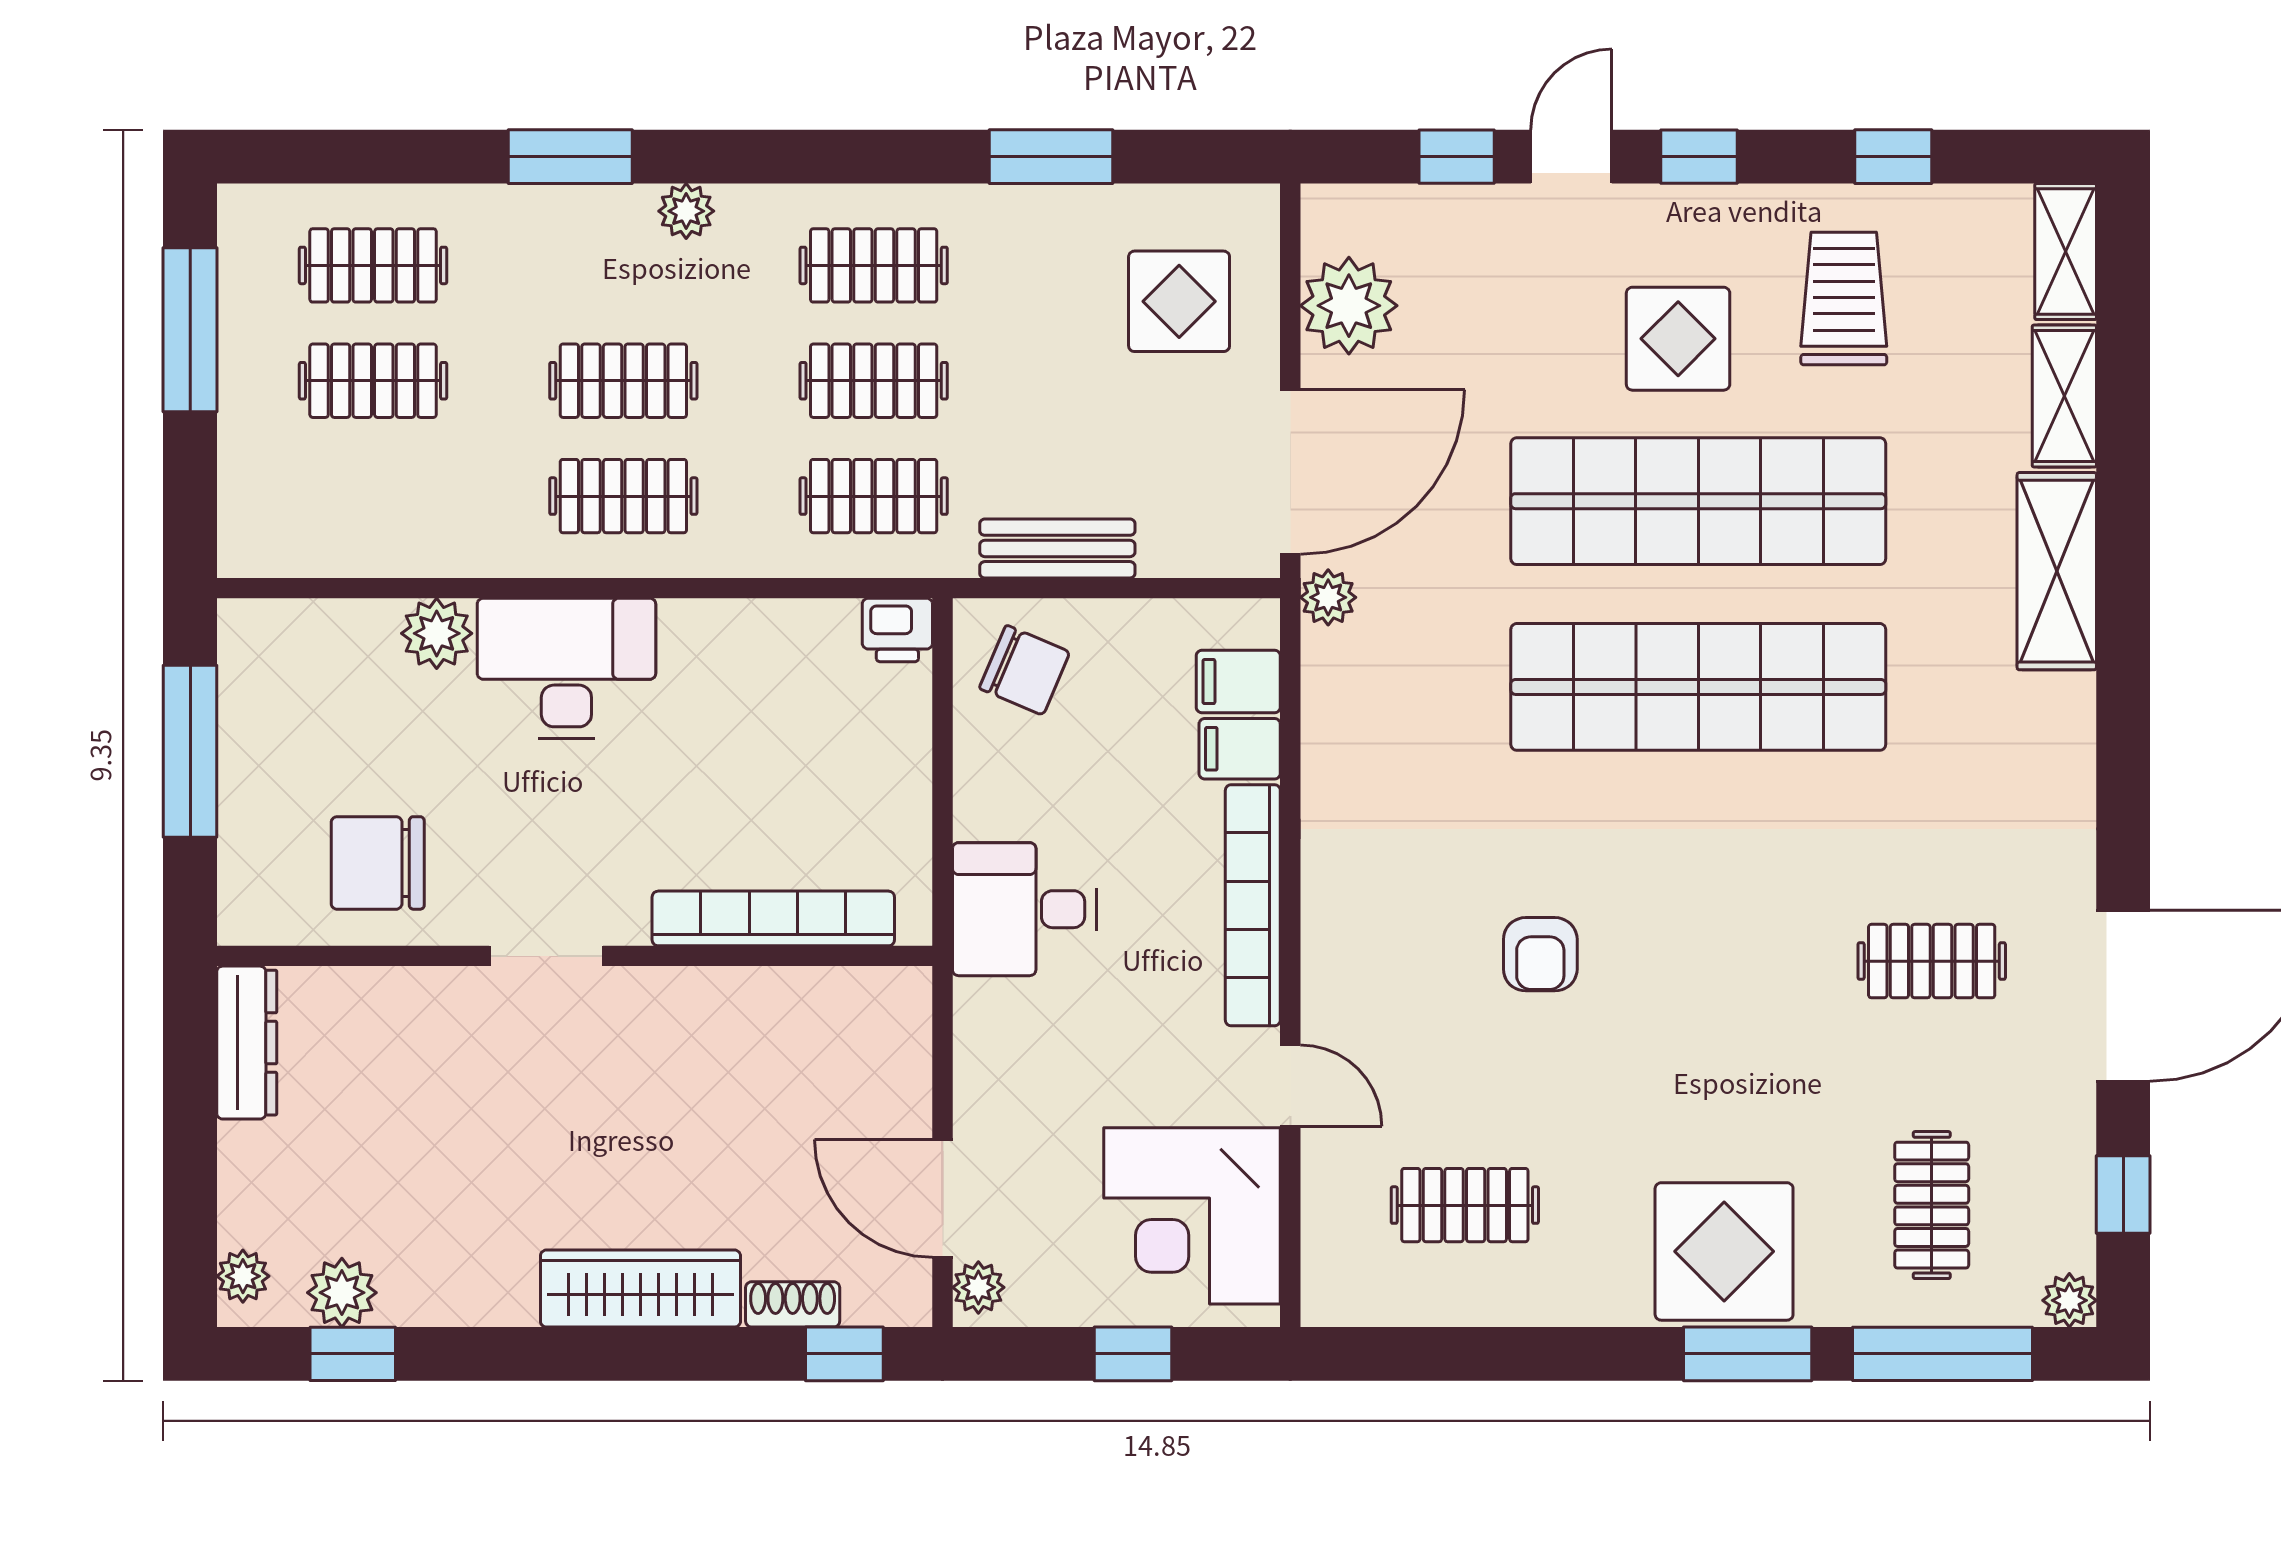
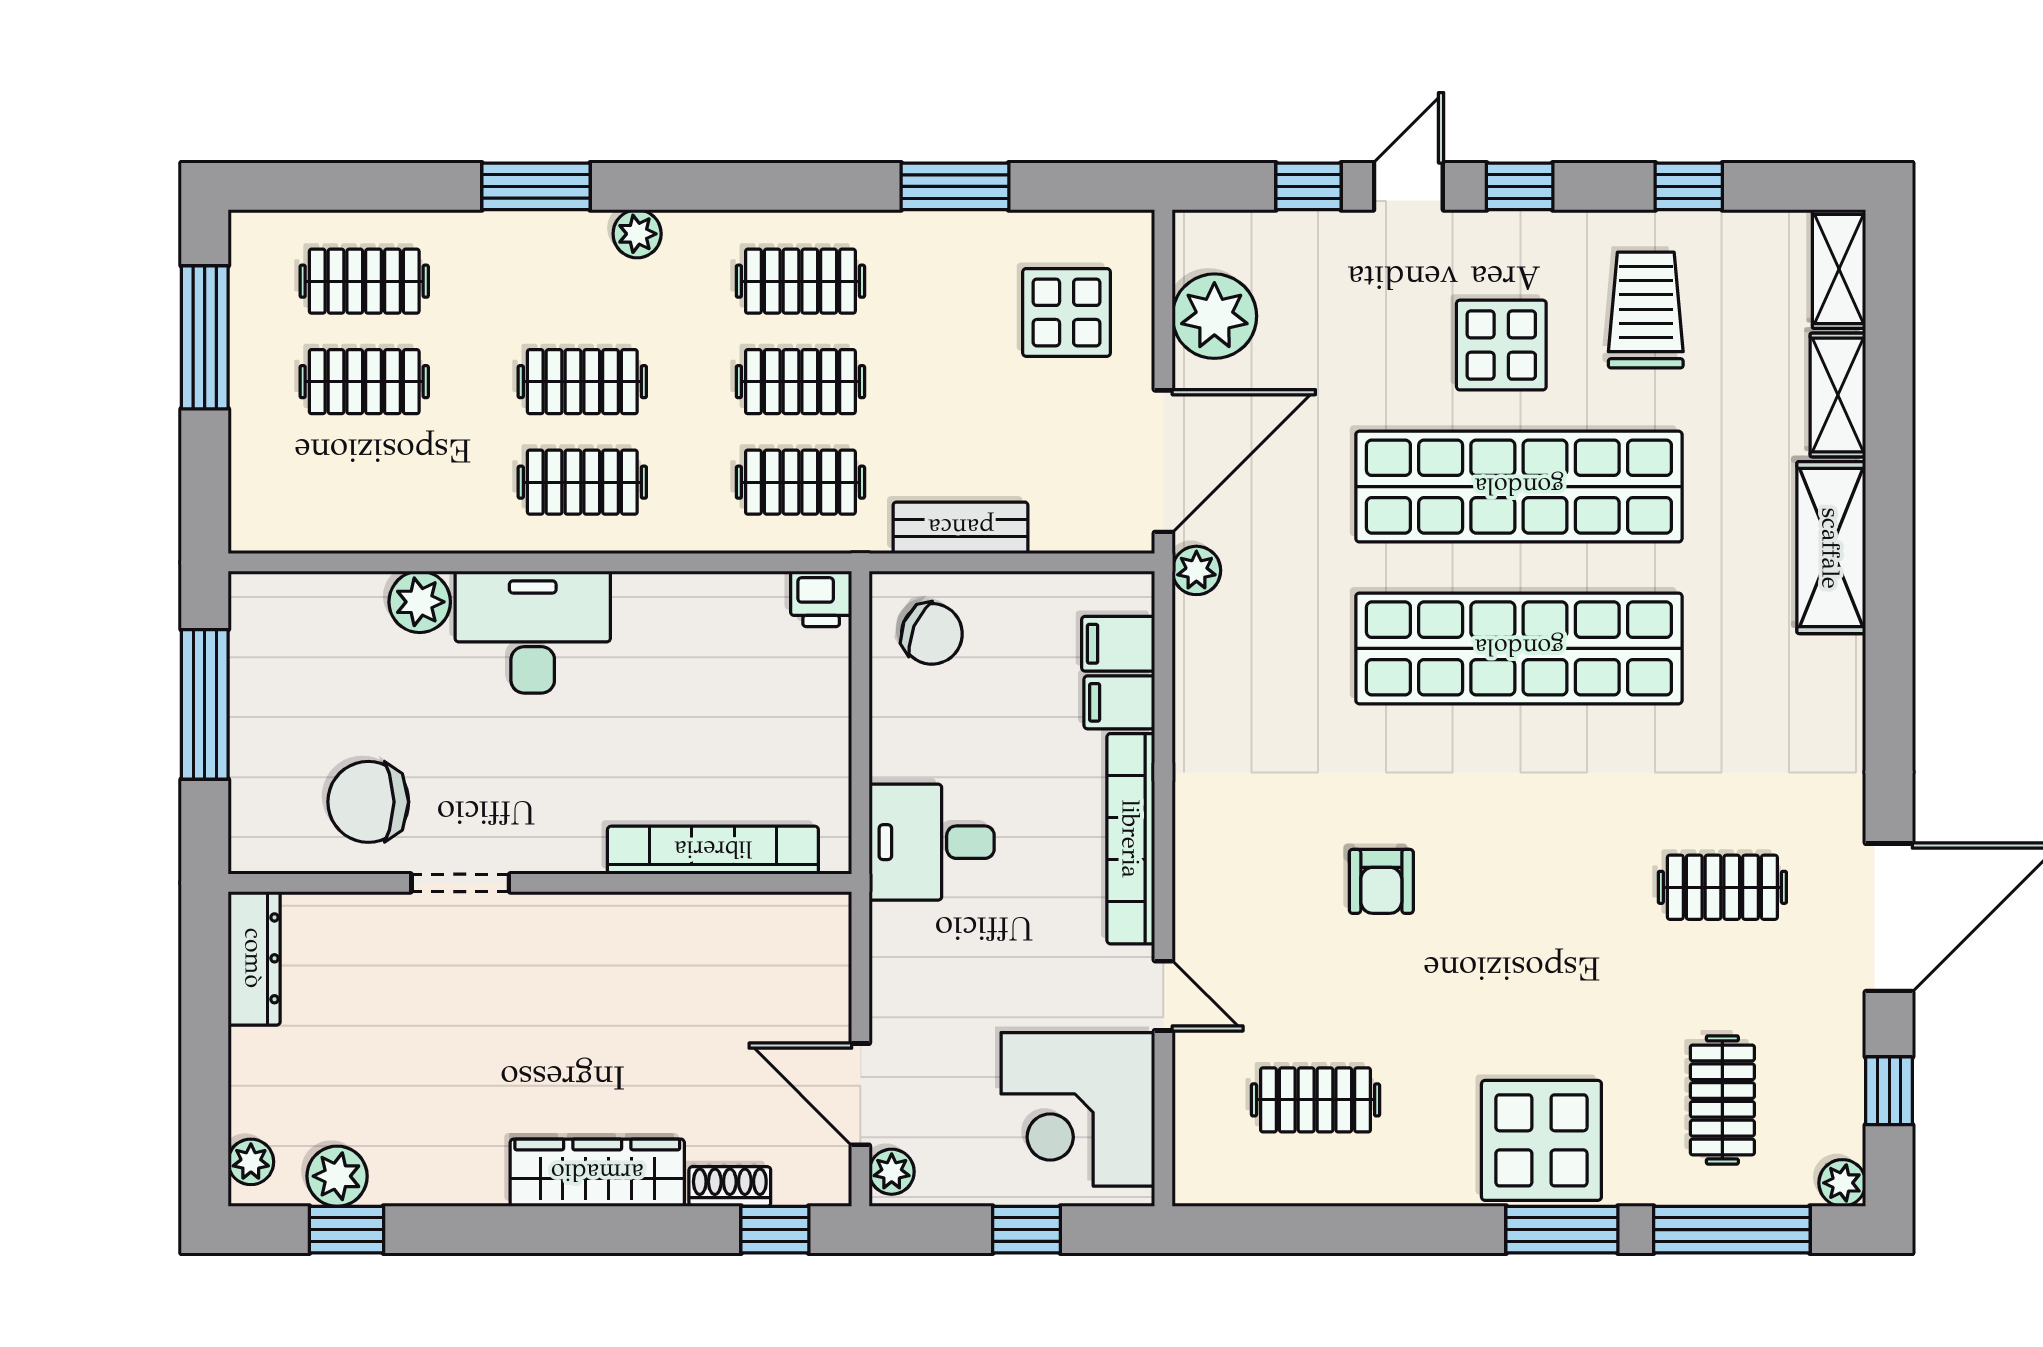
doorway: (546, 956) -> (460, 883), moved

